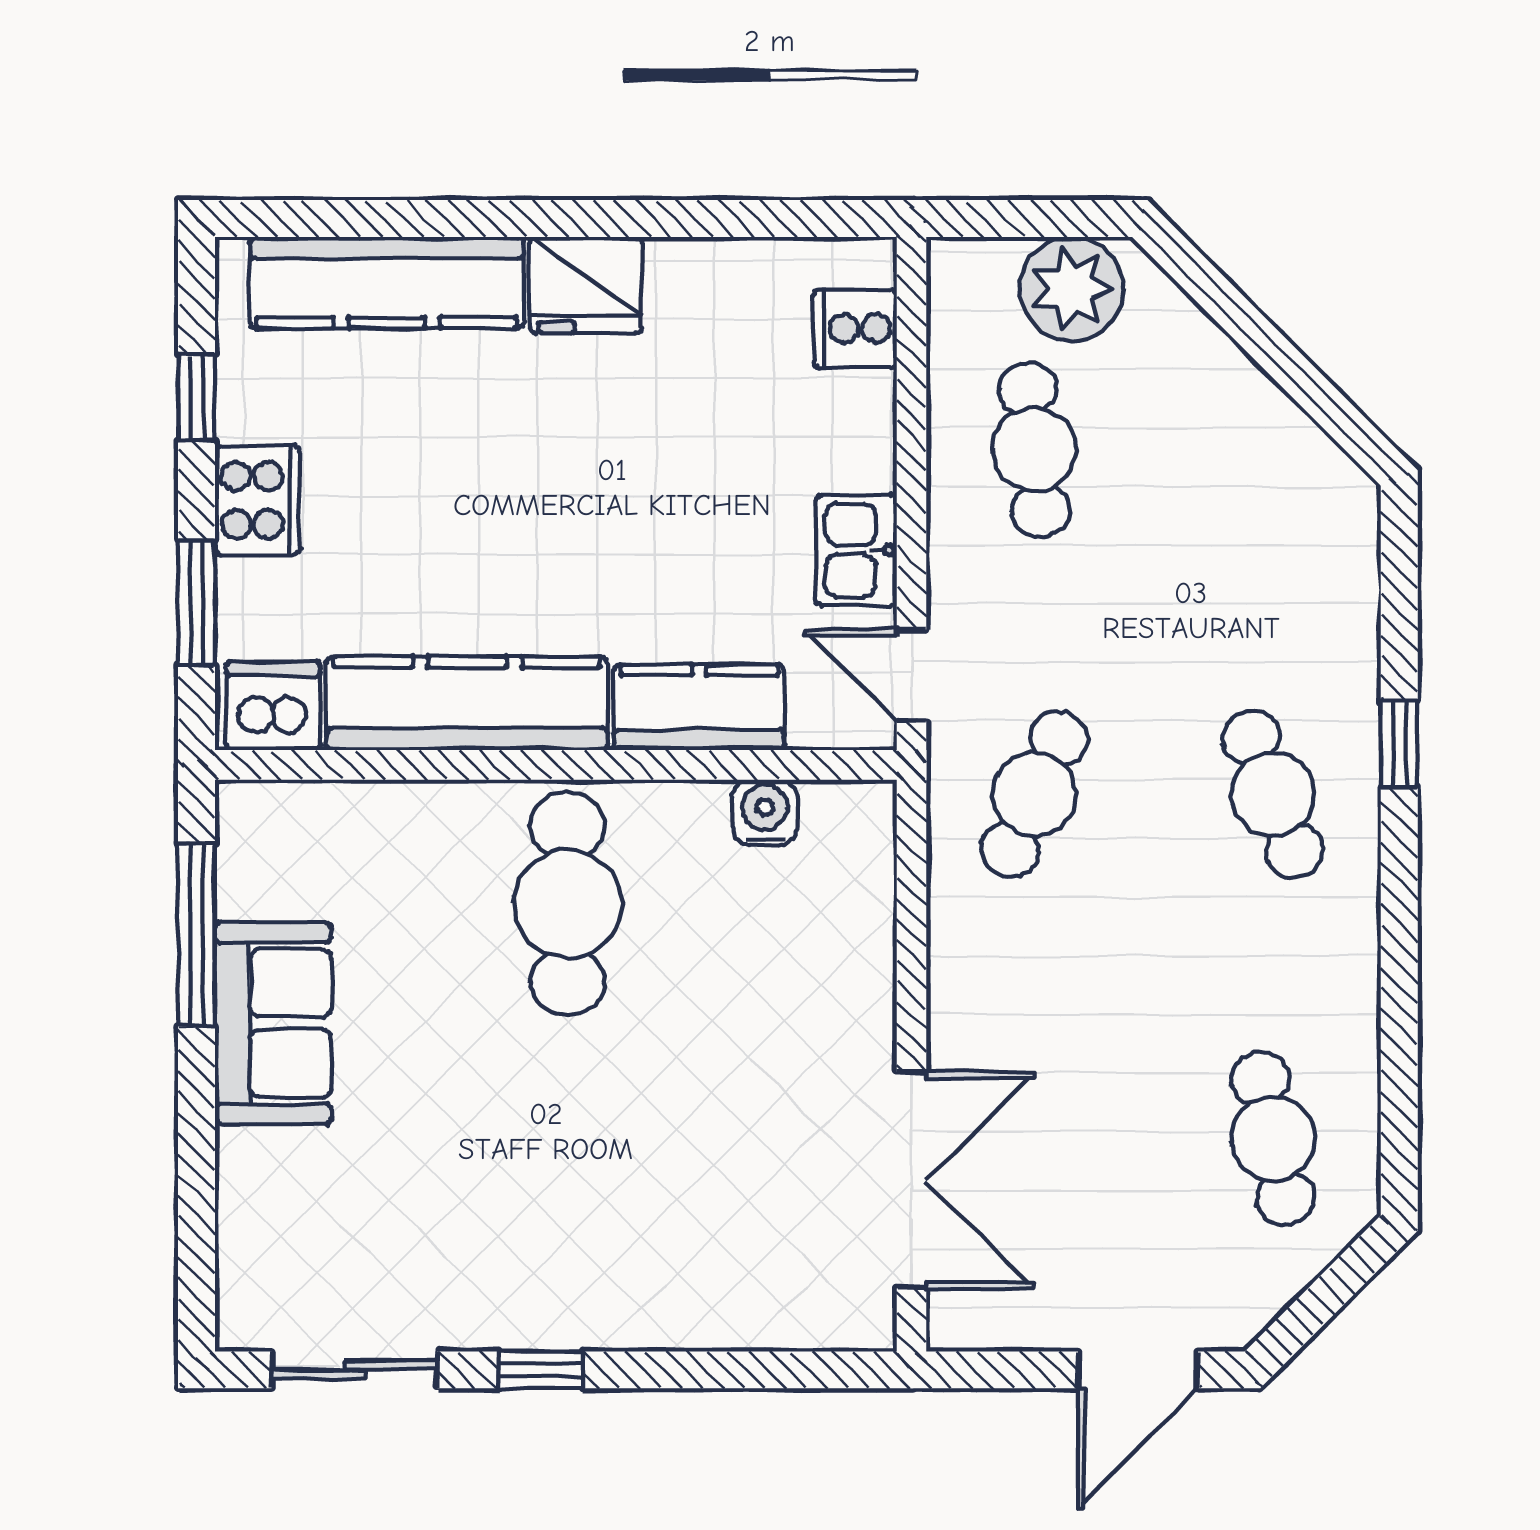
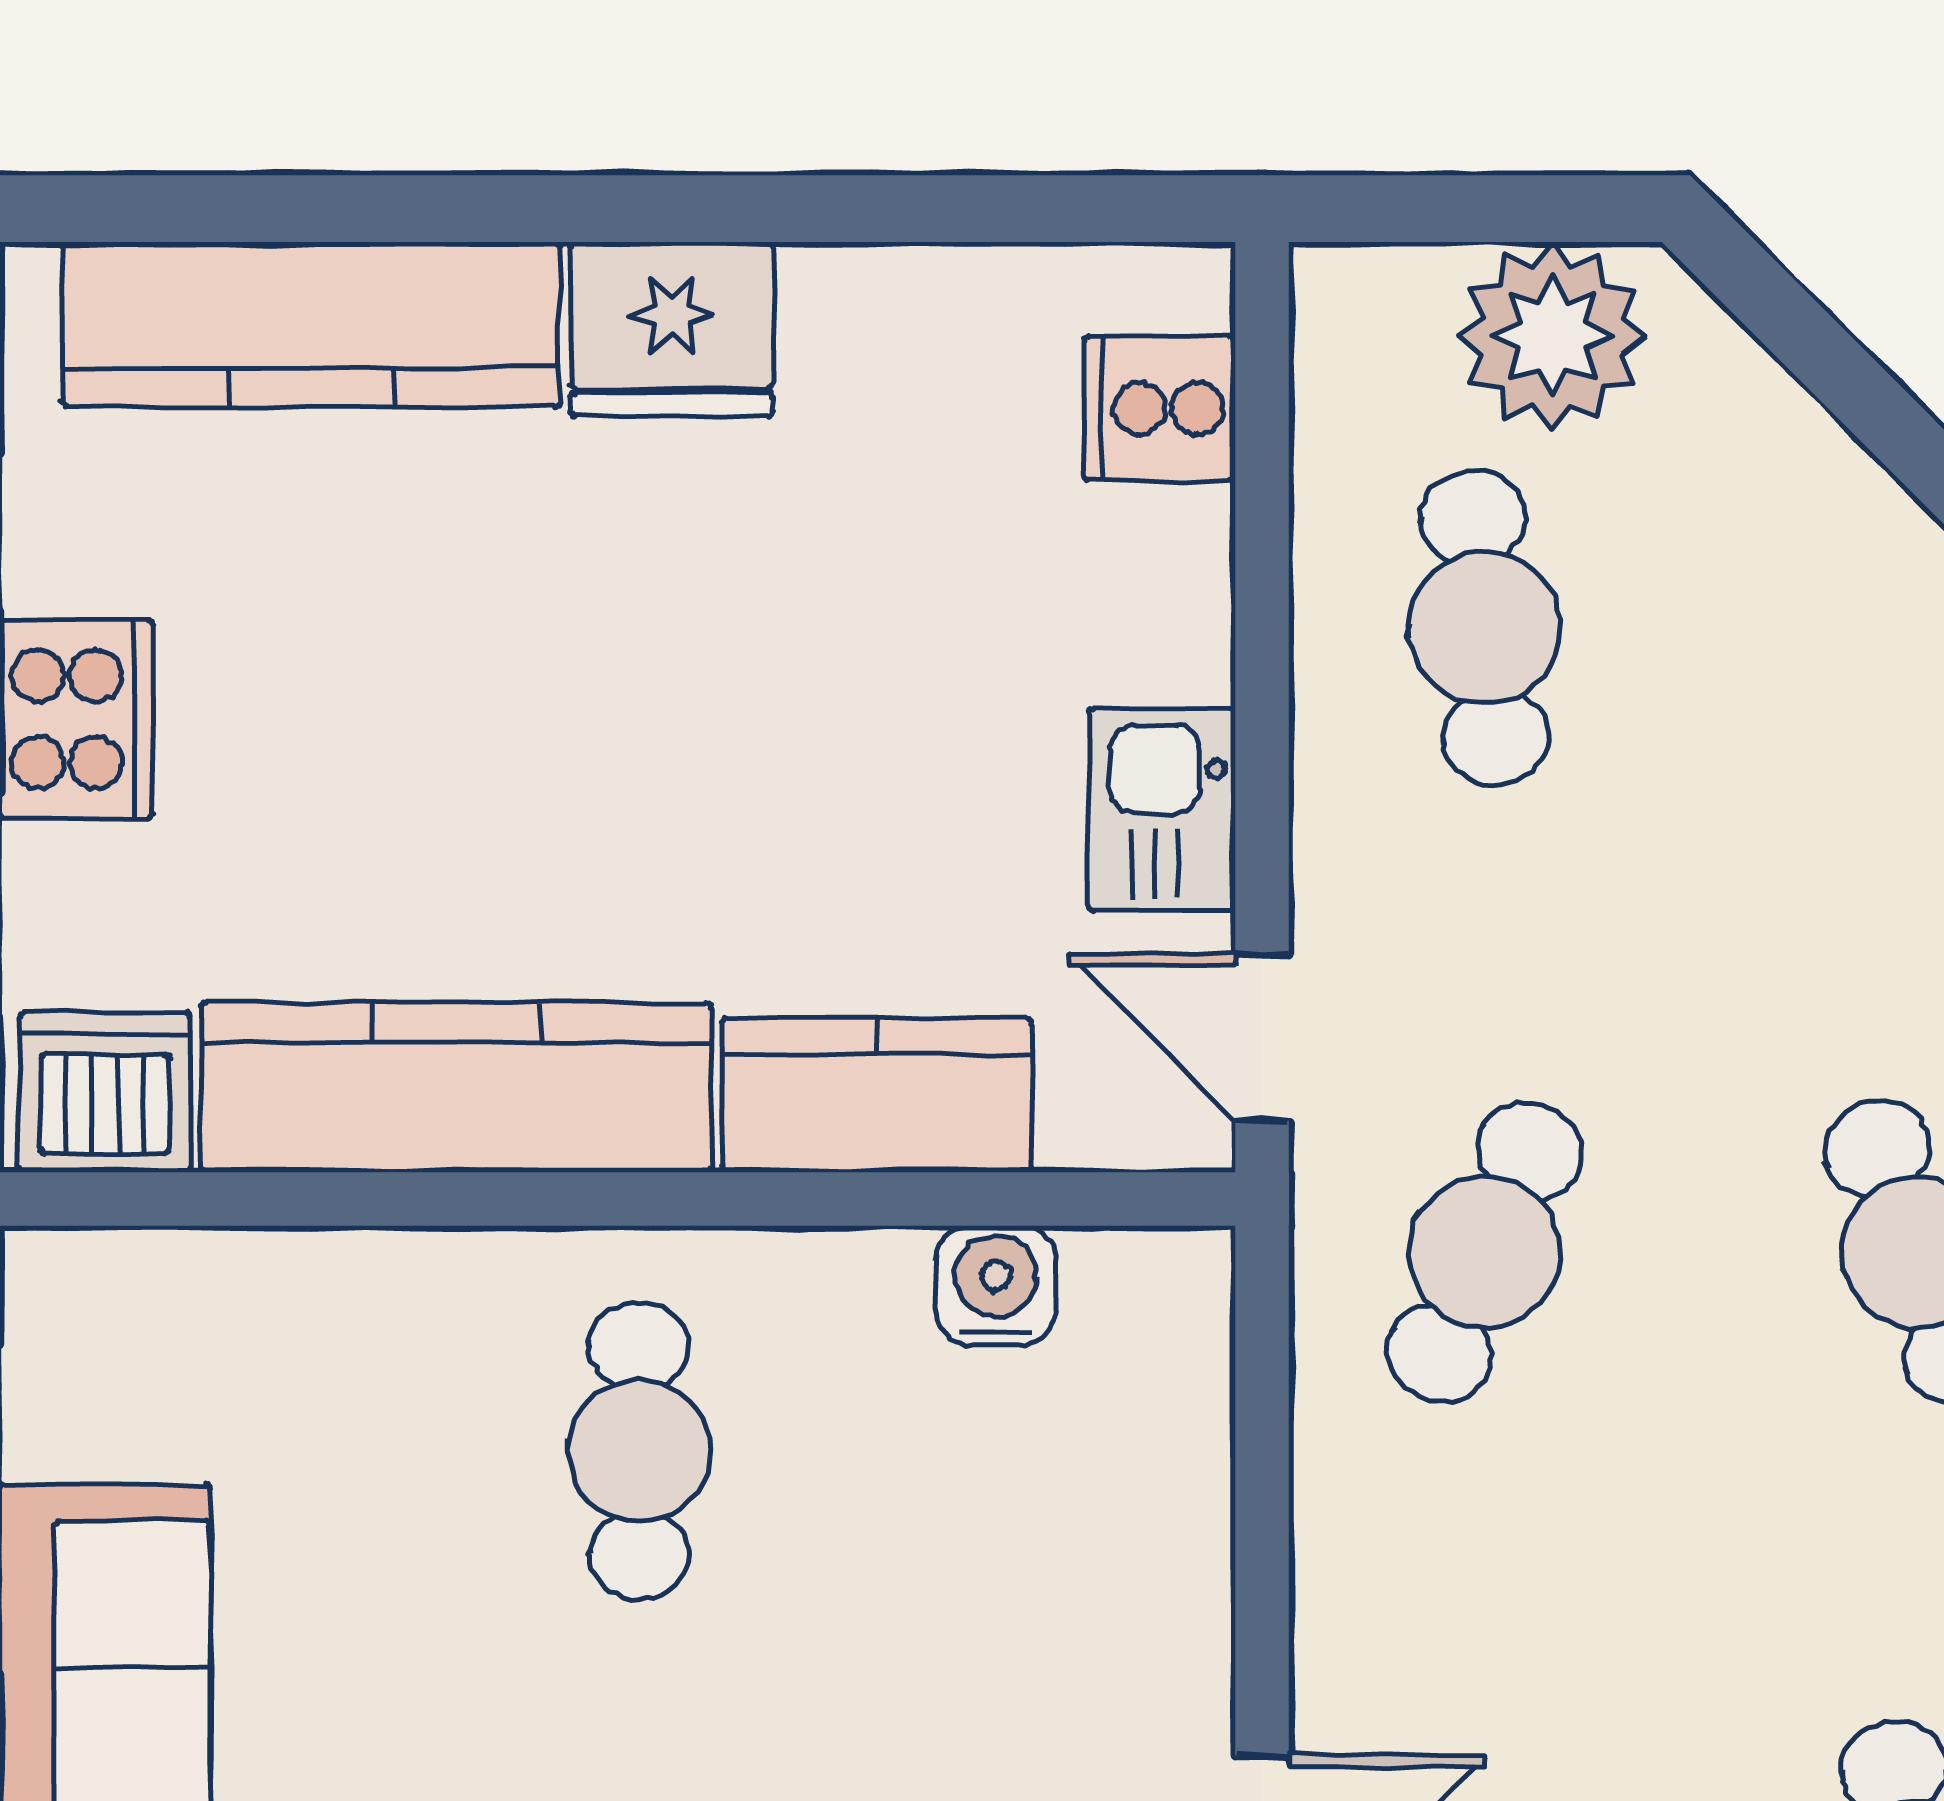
cafe table: (568, 904) -> (639, 1451), width x0.73, depth x0.74

